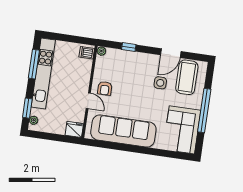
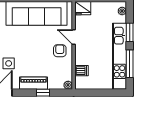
dishwasher: (87, 53) -> (82, 71), moved
piano: (137, 58) -> (34, 83), added
window: (27, 108) -> (130, 32), moved

